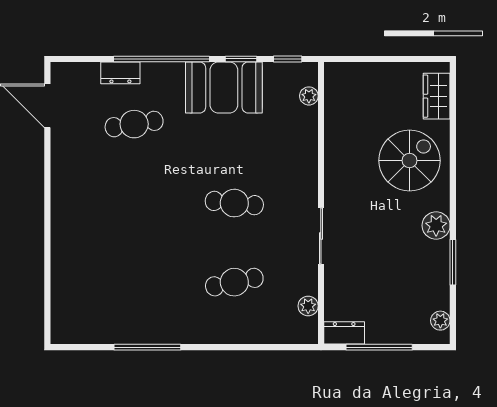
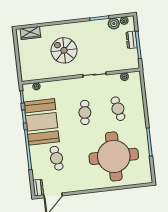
dresser: (120, 73) -> (38, 188), moved
booth: (224, 87) -> (42, 122), width x1.36, depth x1.42
spiral stairs: (409, 161) -> (64, 50), moved
plant: (436, 225) -> (114, 24), moved
round table: (123, 259) -> (114, 156), added
dresser: (344, 333) -> (132, 40), moved

